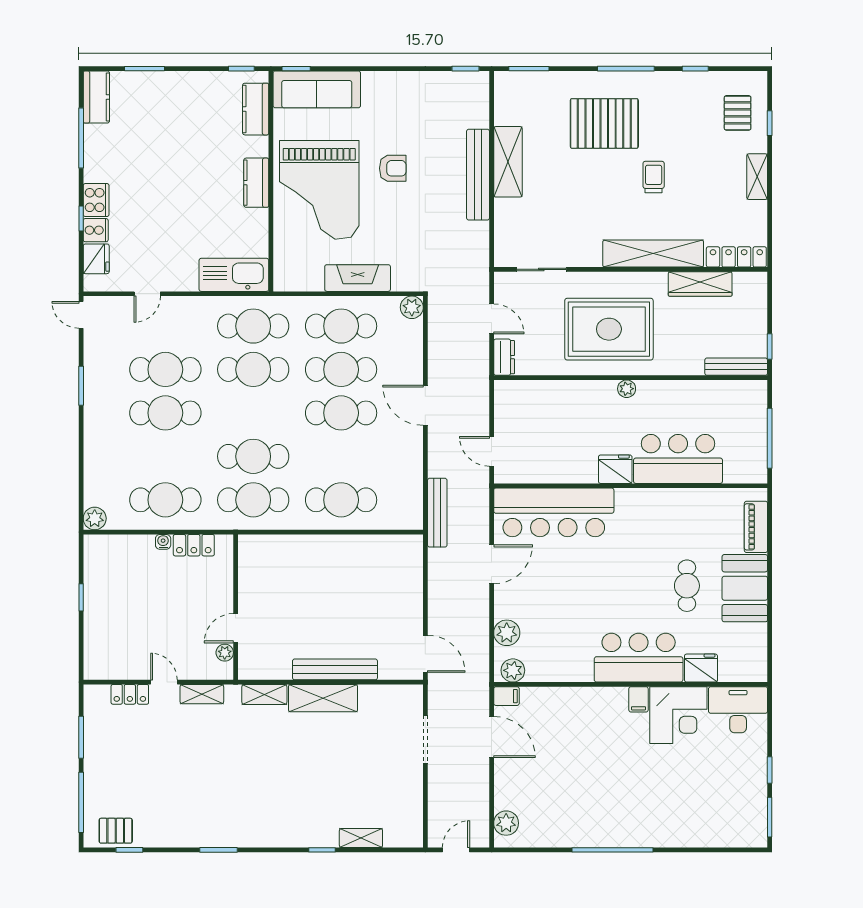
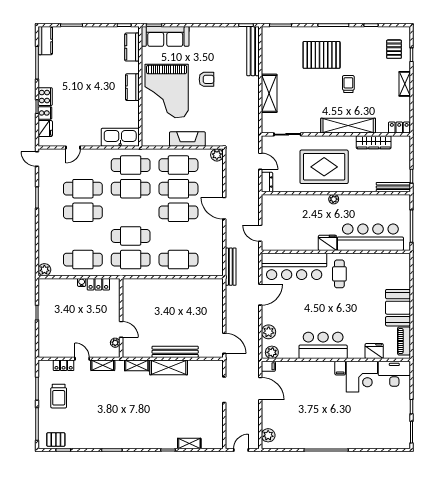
shelving: (508, 162) -> (269, 93), moved
bench: (478, 175) -> (253, 51), moved
locker: (736, 257) -> (399, 128), width x0.66
bar counter: (678, 459) -> (370, 237), width x1.36
piano: (756, 527) -> (404, 341), moved
cafe table: (687, 586) -> (339, 274), moved
door: (236, 628) -> (121, 329), swing flipped
bar counter: (639, 658) -> (323, 345), moved
trolley: (121, 751) -> (59, 396), added

